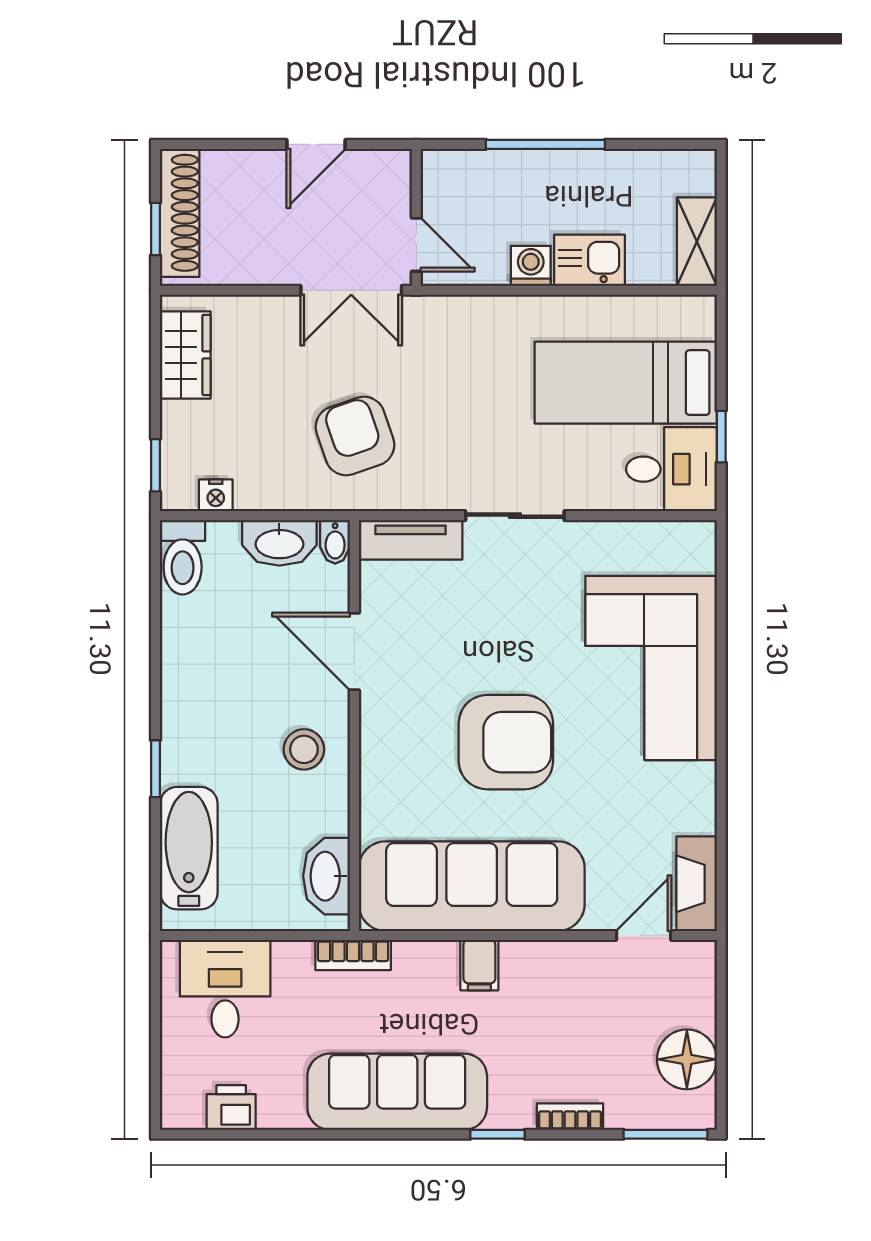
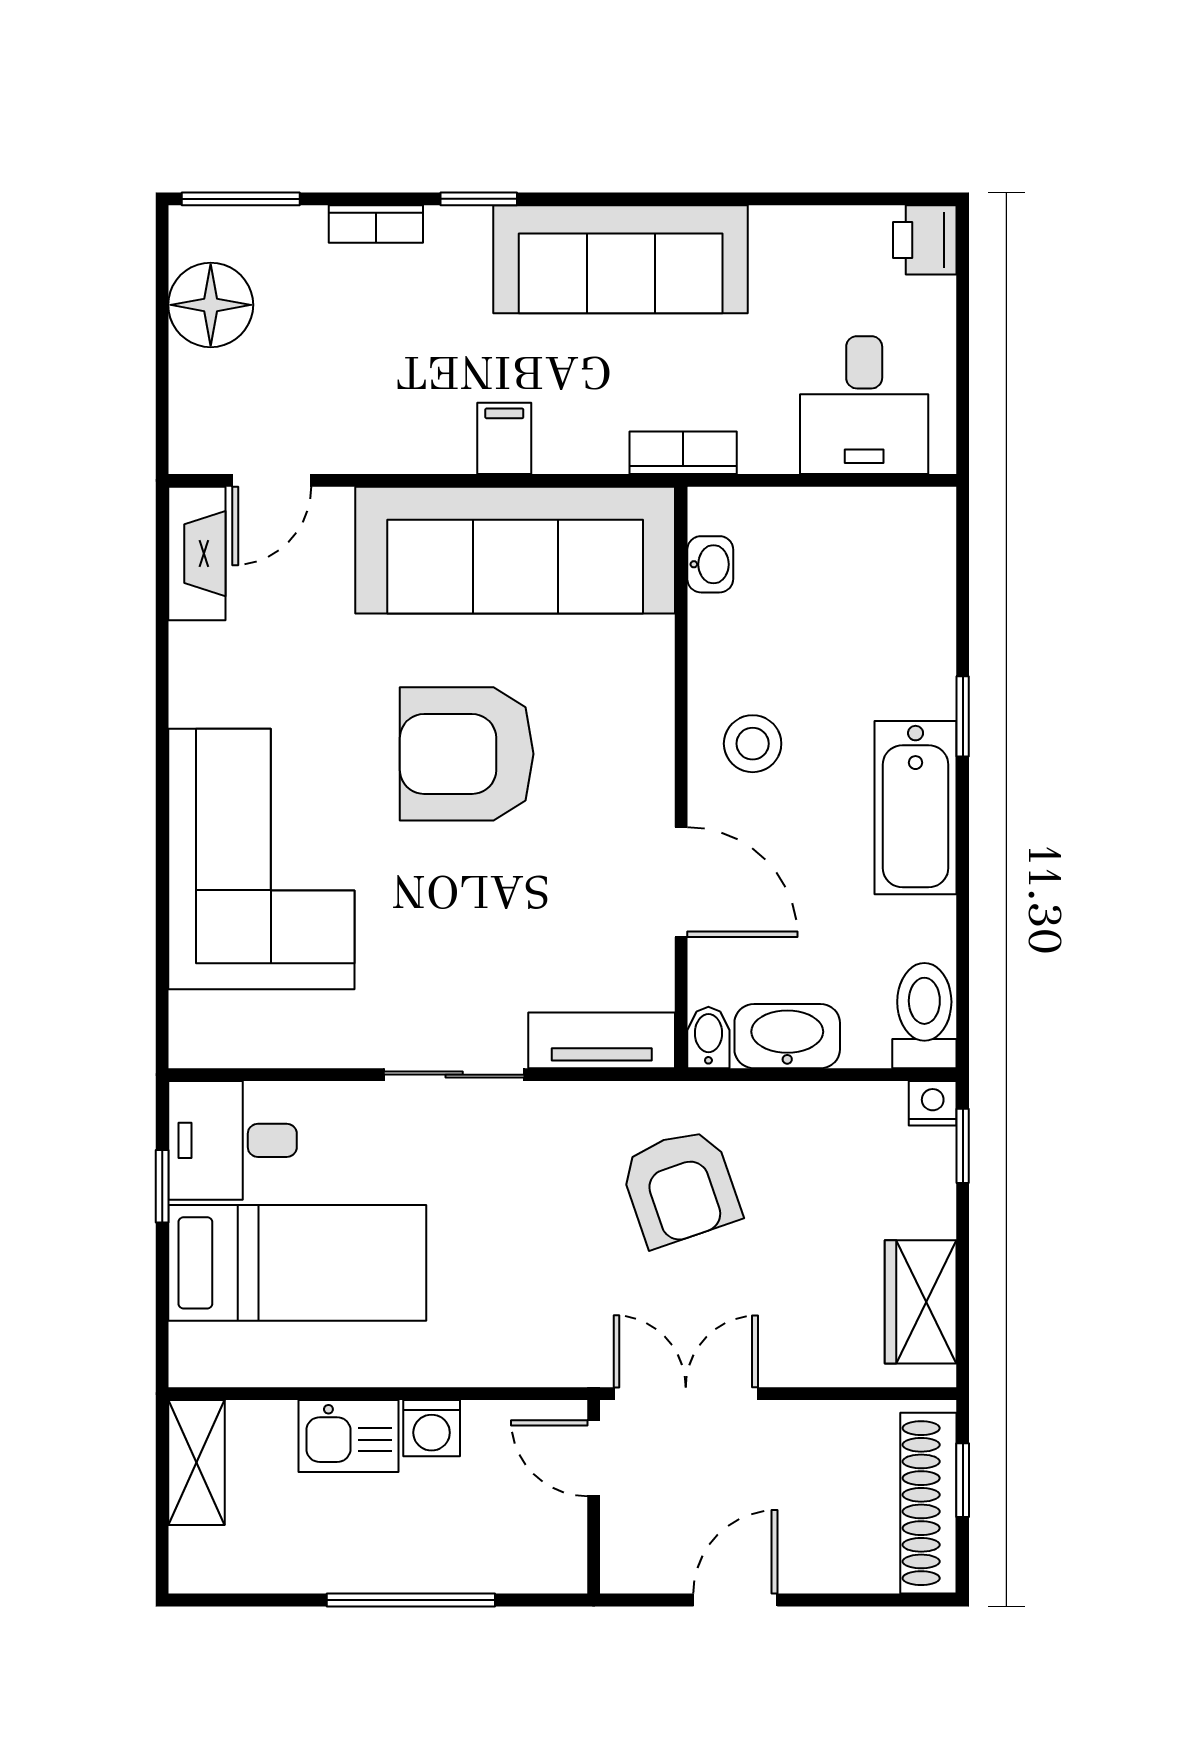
nightstand: (216, 495) -> (933, 1103), moved
bathtub: (189, 848) -> (916, 808), moved
washbasin: (327, 876) -> (710, 564), width x0.52, depth x0.69
printer: (231, 1108) -> (925, 240), moved, turned 90

